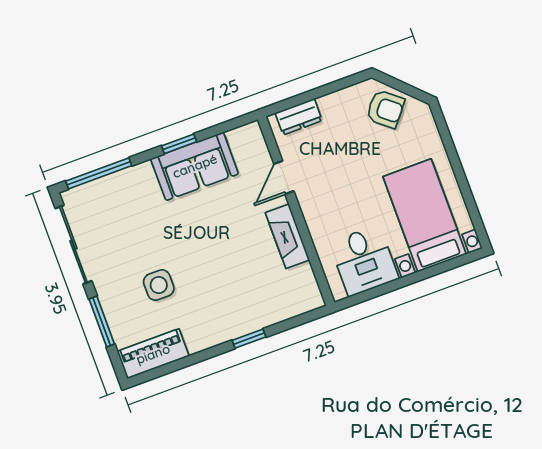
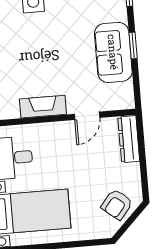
dresser: (299, 117) -> (129, 139), width x1.44
door: (284, 177) -> (87, 116), swing flipped

